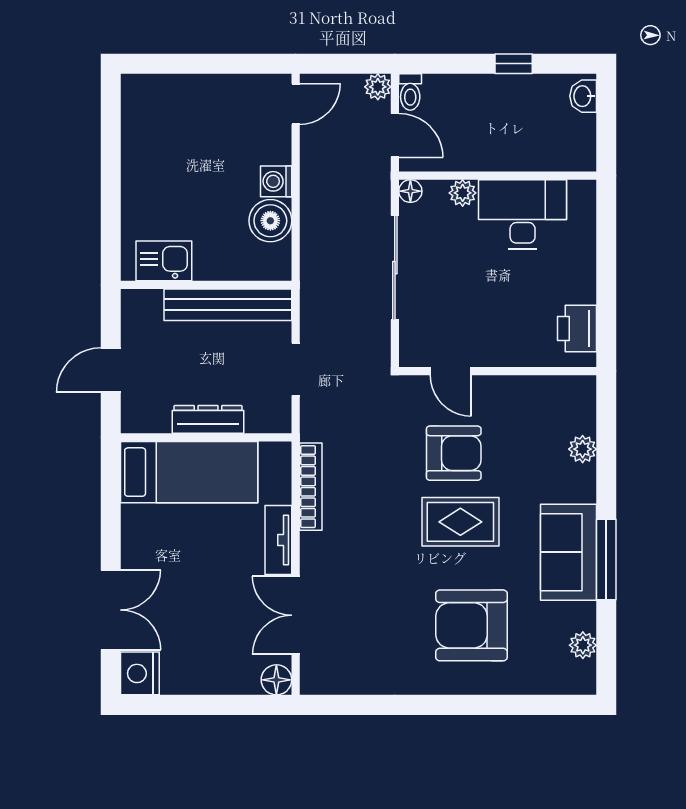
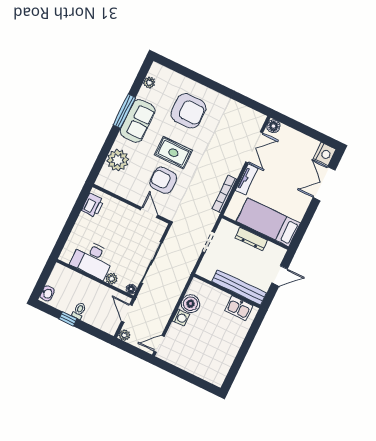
toilet: (410, 92) -> (79, 311), moved
bench: (228, 305) -> (239, 287), moved
plant: (583, 449) -> (118, 160), width x1.88, depth x1.88

